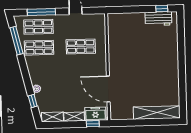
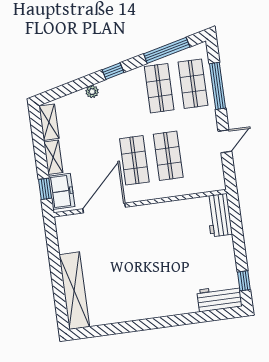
workbench: (120, 19) -> (219, 215), added
workbench: (158, 19) -> (219, 298), moved, turned 90
shop shelf: (81, 67) -> (134, 160), added
window: (33, 101) -> (113, 71), moved

